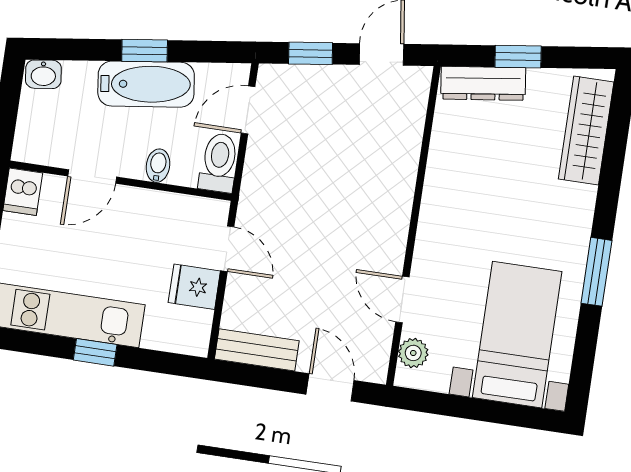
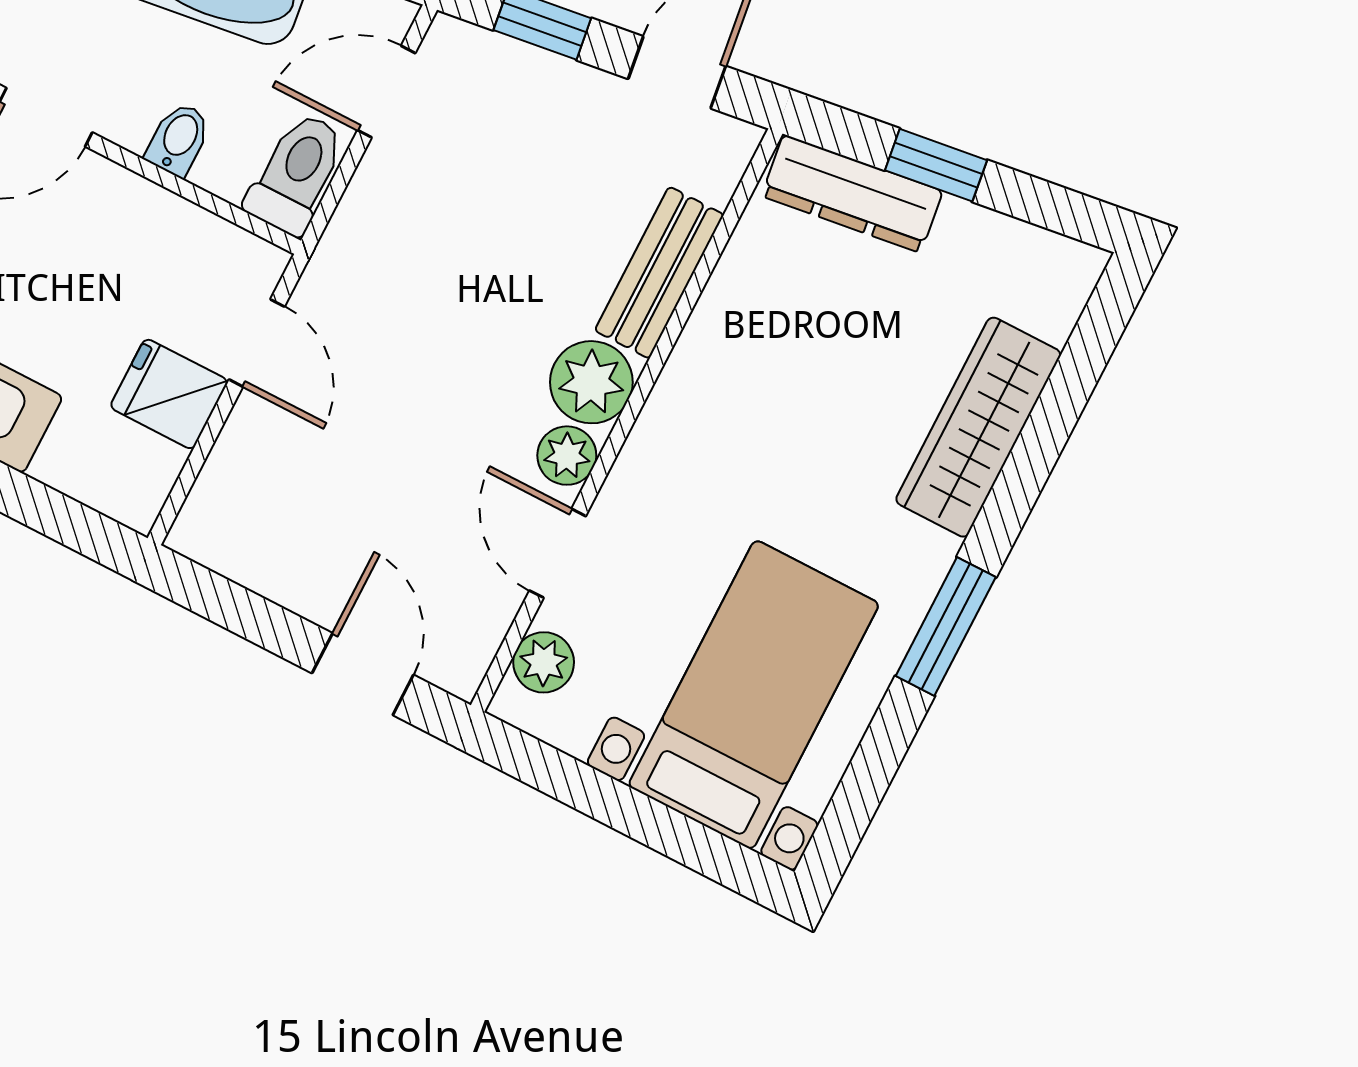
wardrobe: (586, 130) -> (978, 427), moved
plant: (391, 214) -> (591, 382), added
plant: (391, 252) -> (567, 456), added
bench: (257, 350) -> (659, 273), moved, turned 90

